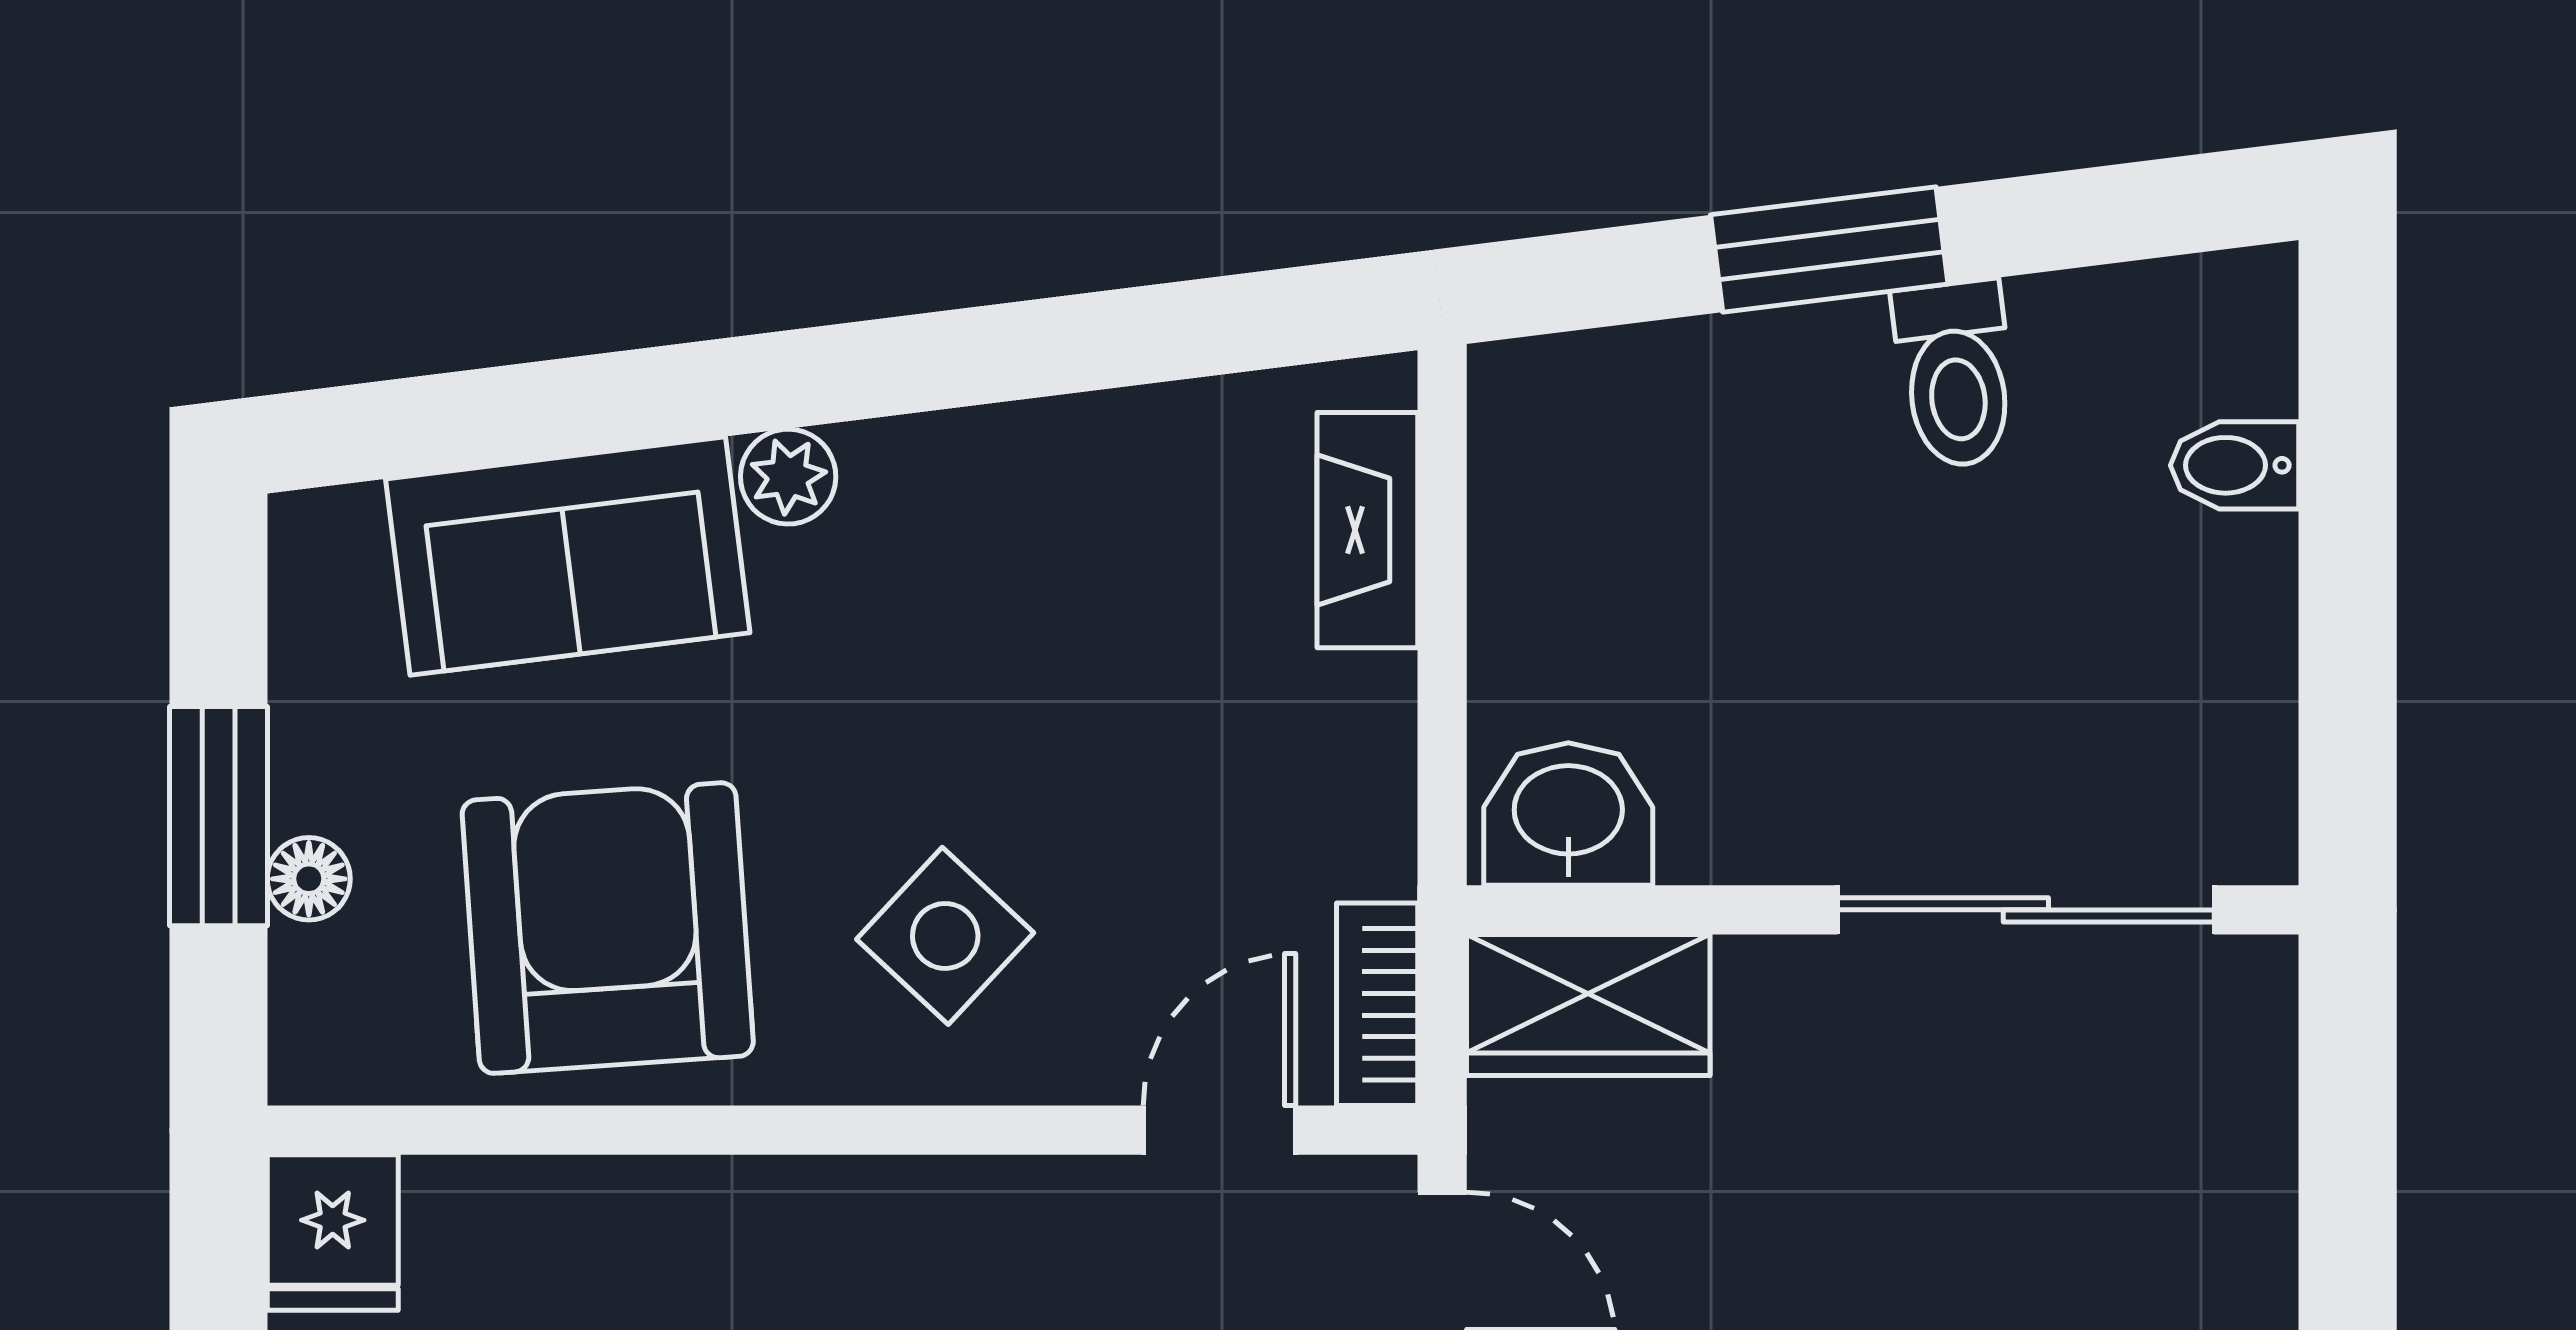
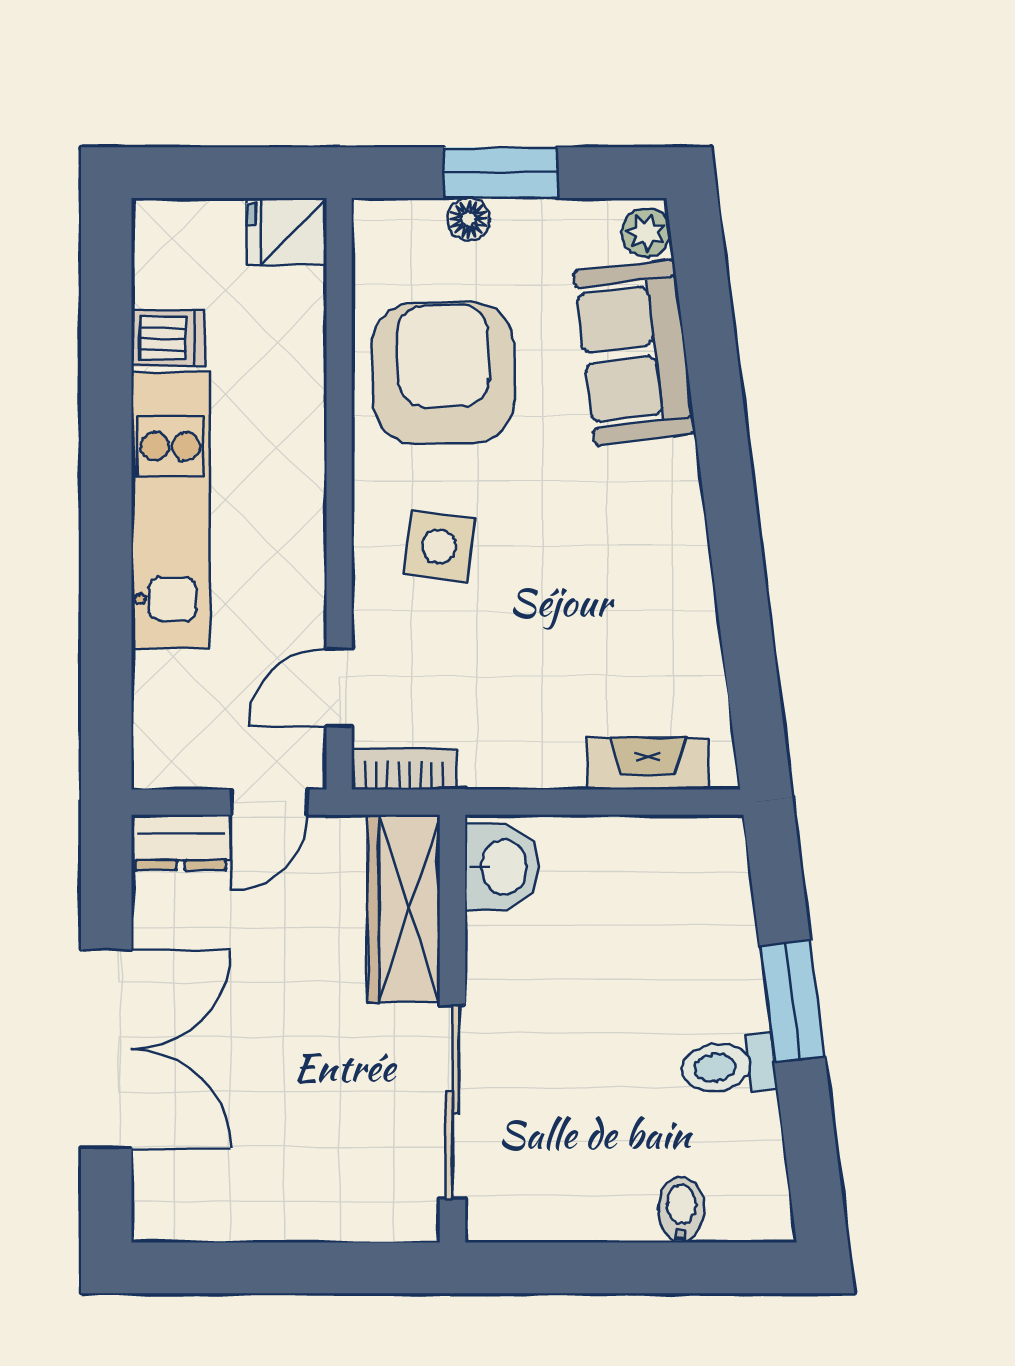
plant: (788, 477) -> (646, 232), moved
armchair: (608, 928) -> (443, 373), turned -87
side table: (945, 936) -> (439, 546), turned -36
wardrobe: (1588, 1005) -> (404, 909), width x1.50
door: (1219, 1130) -> (339, 688), swing flipped

